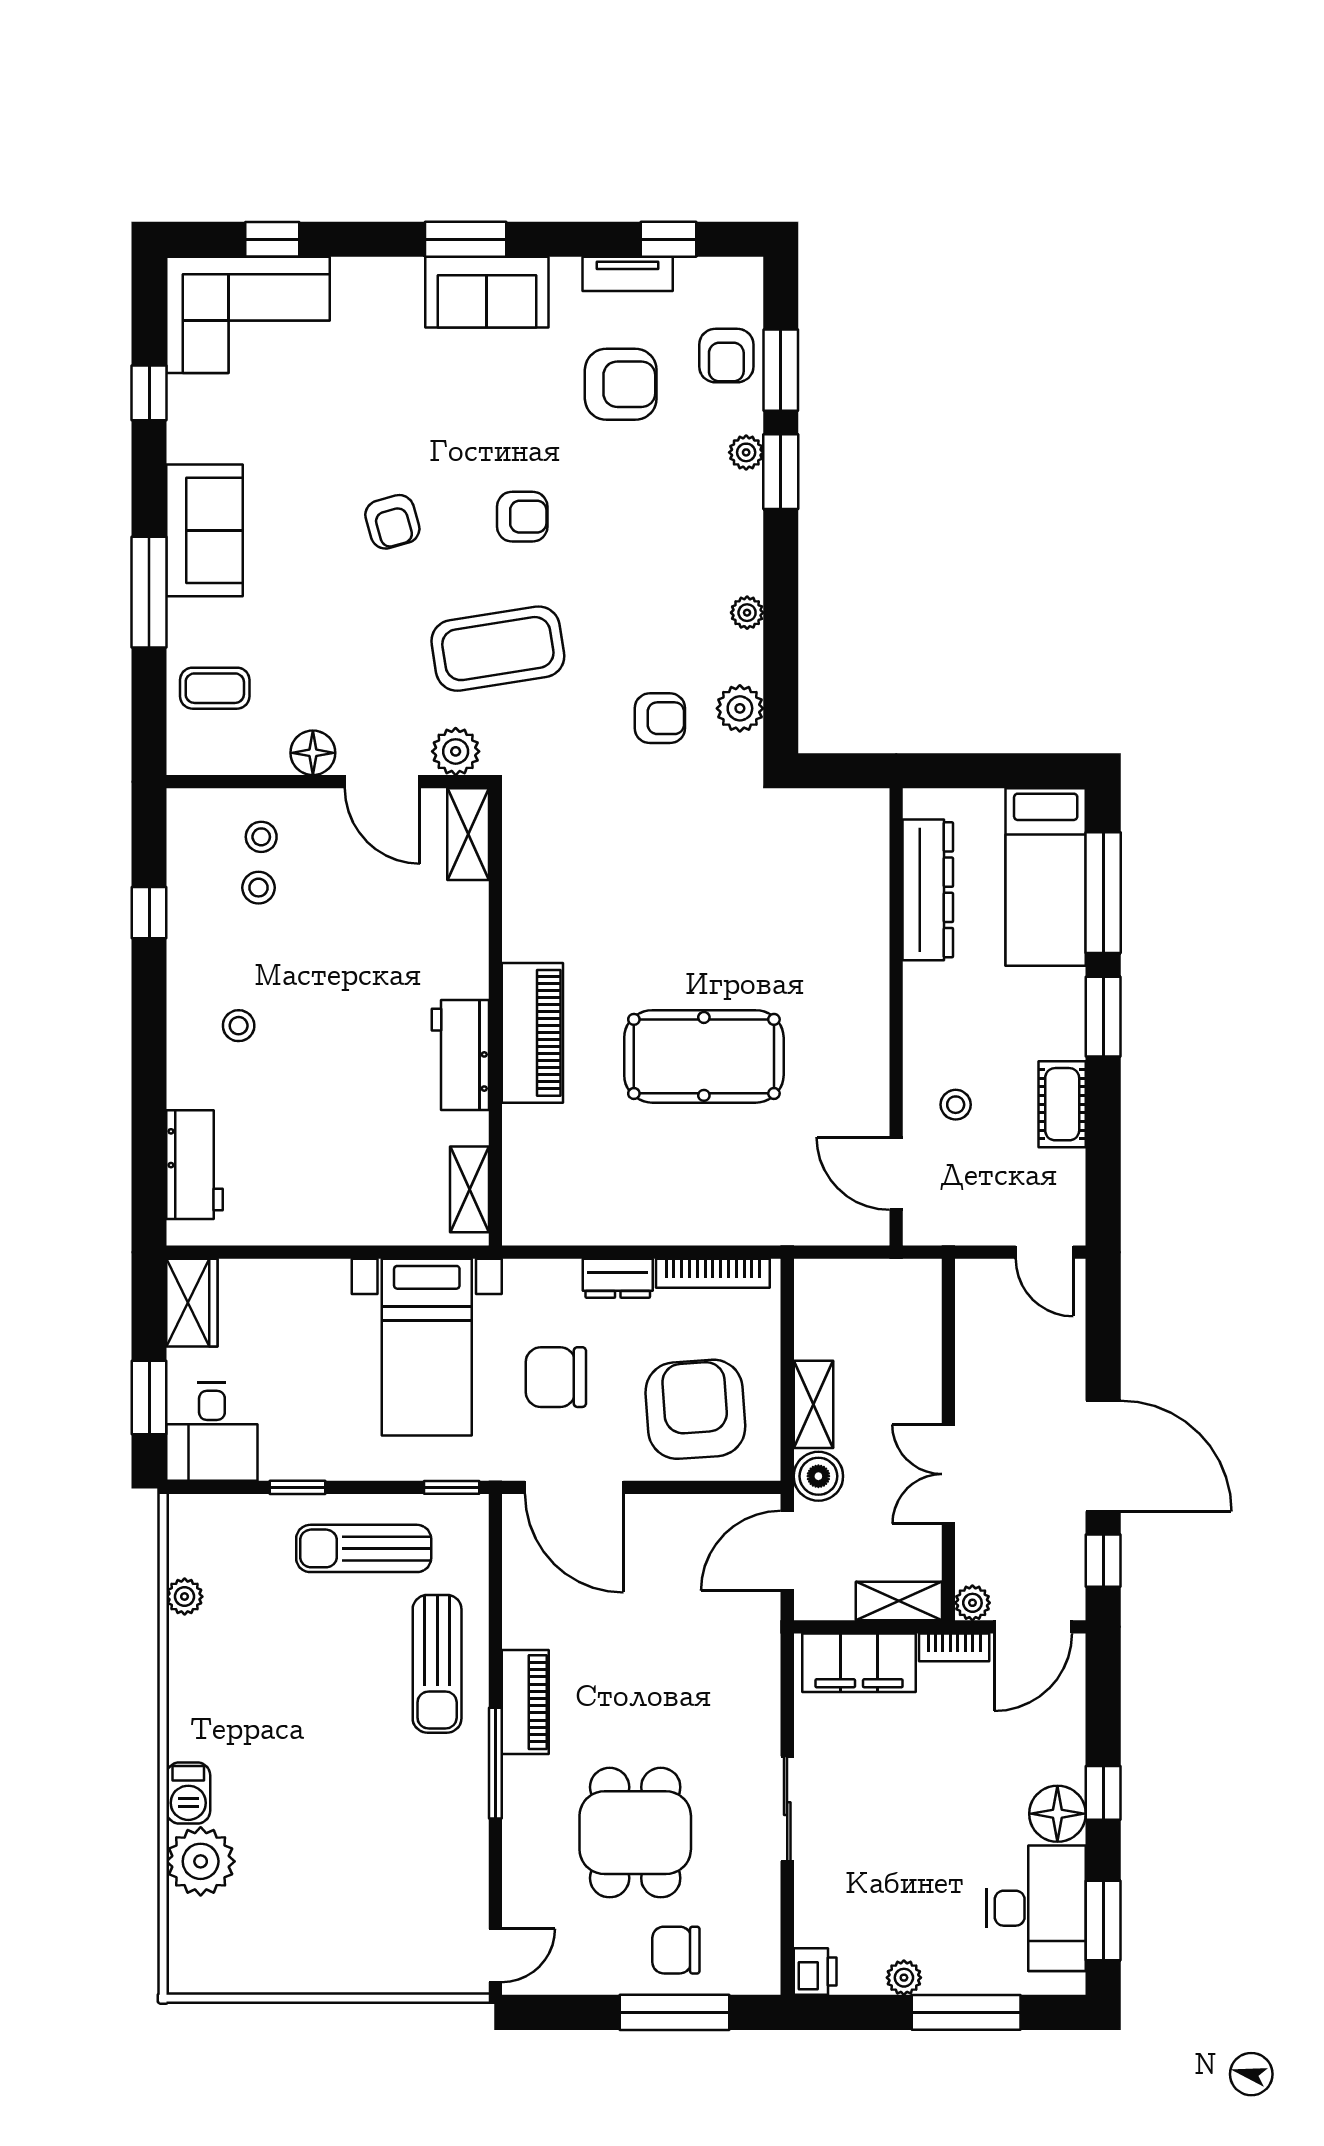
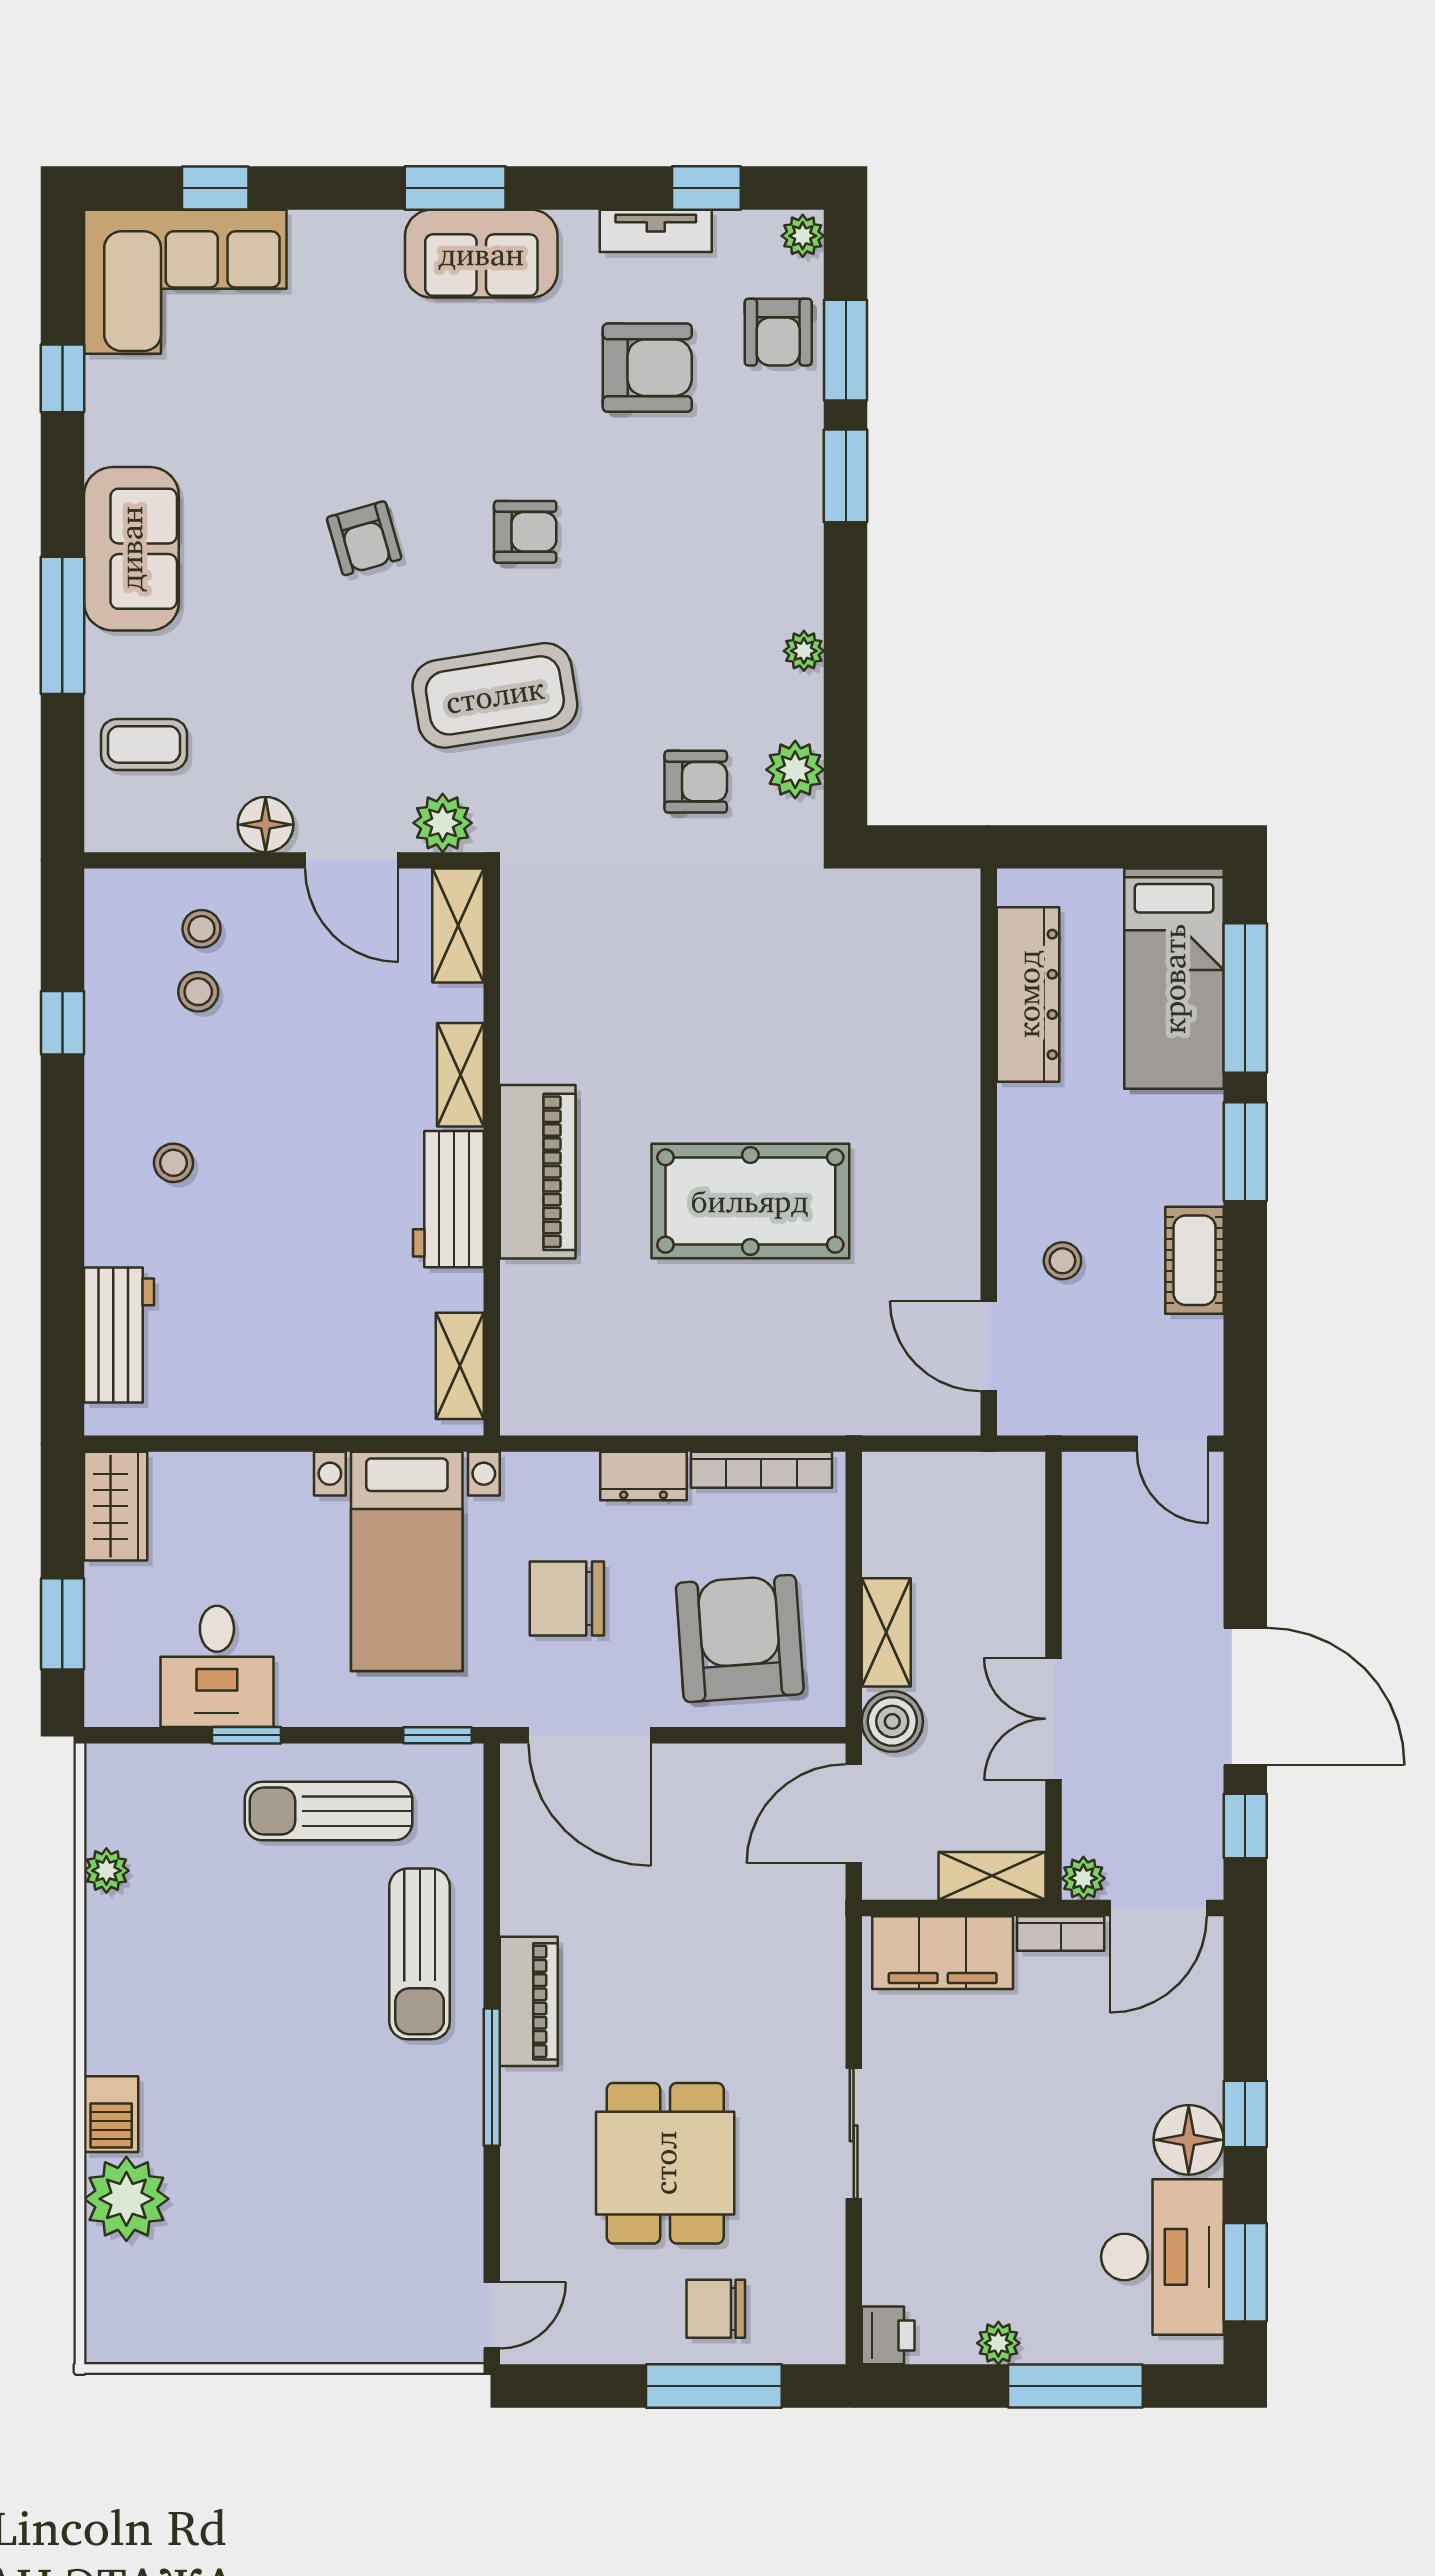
plant: (746, 452) -> (803, 236), moved
shelving: (470, 955) -> (460, 1075), added
desk: (212, 1432) -> (217, 1666), moved

